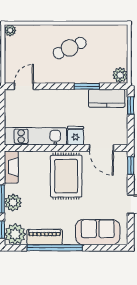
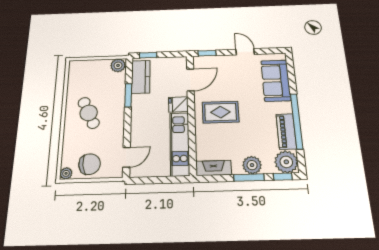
chair: (18, 52) -> (90, 164), added
door: (24, 86) -> (127, 157), swing flipped
rug: (66, 176) -> (220, 112), width x0.73, depth x0.70

